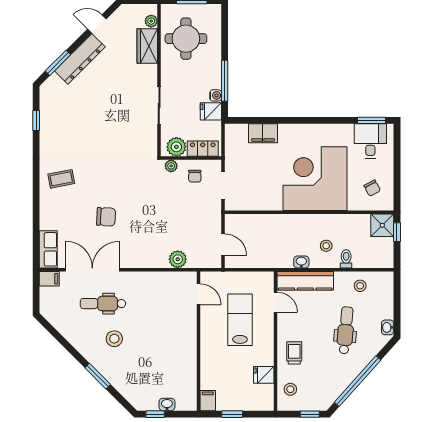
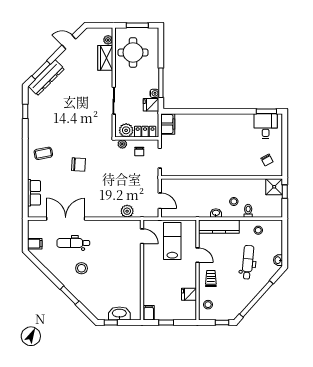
dresser: (80, 59) -> (46, 78), moved
filing cabinet: (263, 133) -> (168, 124), moved, turned -90
corner desk: (315, 179) -> (226, 153), removed
chair: (106, 217) -> (78, 164), moved
row of seats: (48, 249) -> (34, 193), moved
filing cabinet: (49, 279) -> (35, 244), moved
door: (276, 302) -> (197, 255), moved
lab bench: (240, 320) -> (172, 241), moved
washbasin: (167, 404) -> (119, 314), width x1.91, depth x1.45

